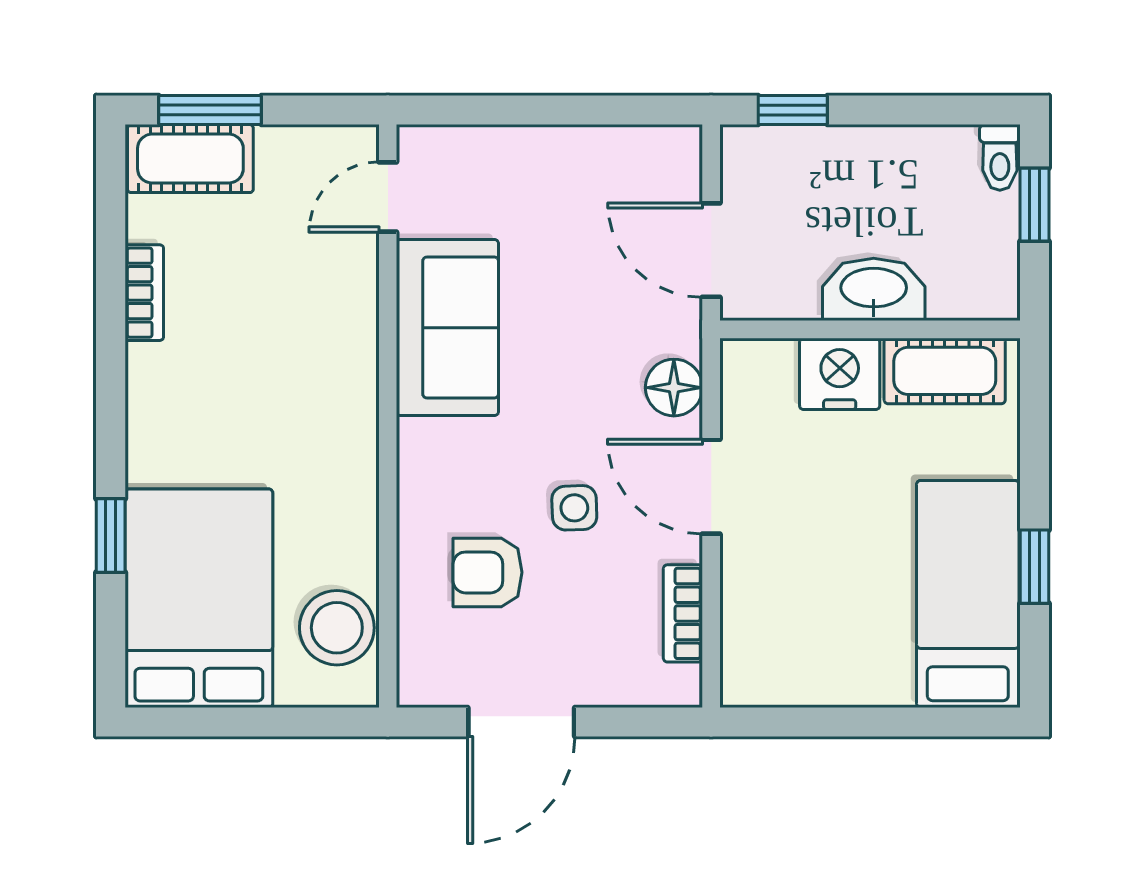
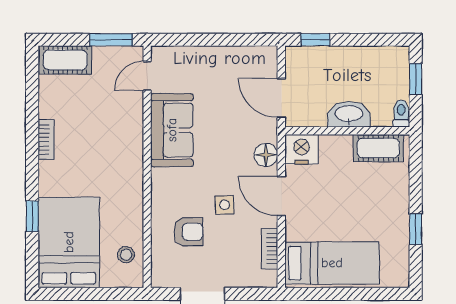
window: (210, 110) -> (111, 40), moved
toilet: (1000, 157) -> (401, 114), moved, turned 180
bookcase: (144, 293) -> (46, 139), moved
nightstand: (840, 374) -> (302, 149), moved
armchair: (488, 572) -> (189, 232), turned 180
bed: (968, 594) -> (332, 263), moved, turned 90
stool: (337, 628) -> (126, 255), width x0.53, depth x0.53

